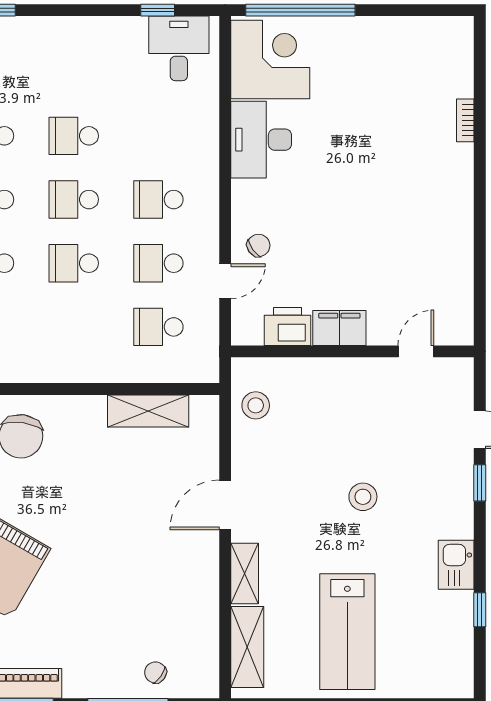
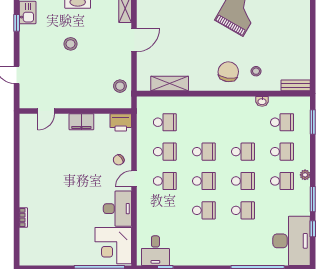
door: (225, 281) -> (134, 179), moved
printer: (288, 327) -> (121, 122), moved
window: (480, 483) -> (17, 23), moved

